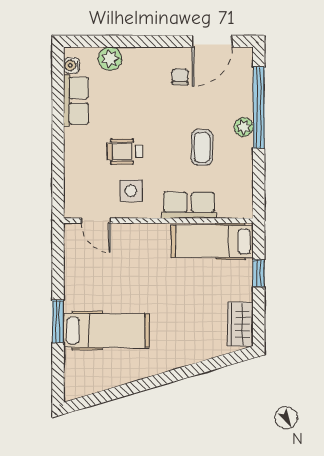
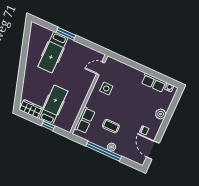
plant: (110, 59) -> (161, 114), moved
window: (259, 108) -> (104, 151), moved
wheelchair: (125, 152) -> (124, 93), removed
row of seats: (189, 205) -> (85, 120), moved
hospital bed: (212, 241) -> (53, 105), moved

